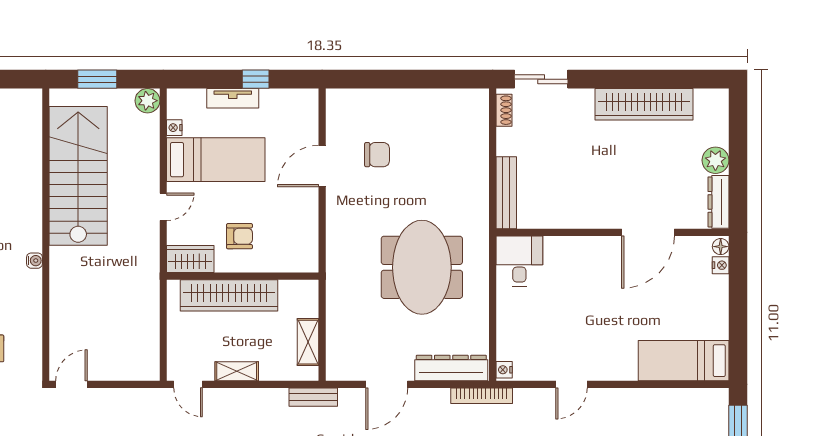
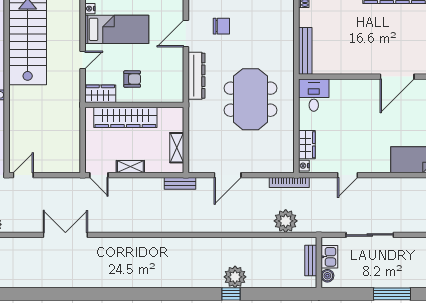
wardrobe: (509, 337) -> (307, 145), added
dresser: (451, 368) -> (196, 76), moved, turned 90

